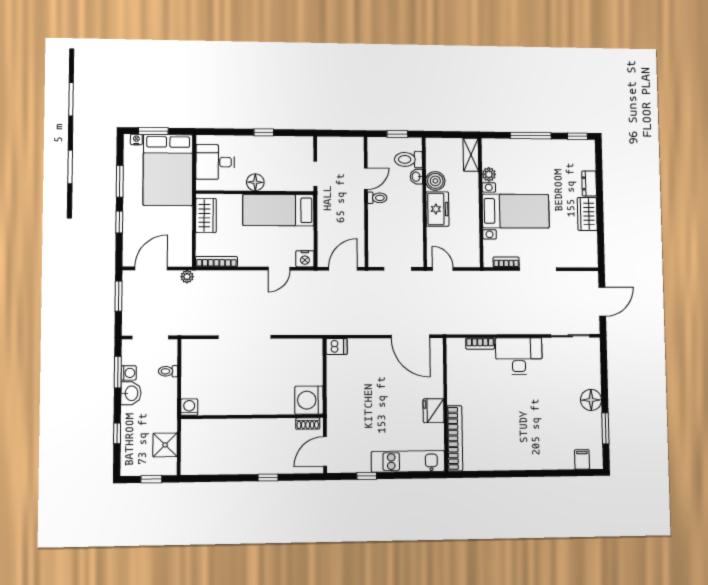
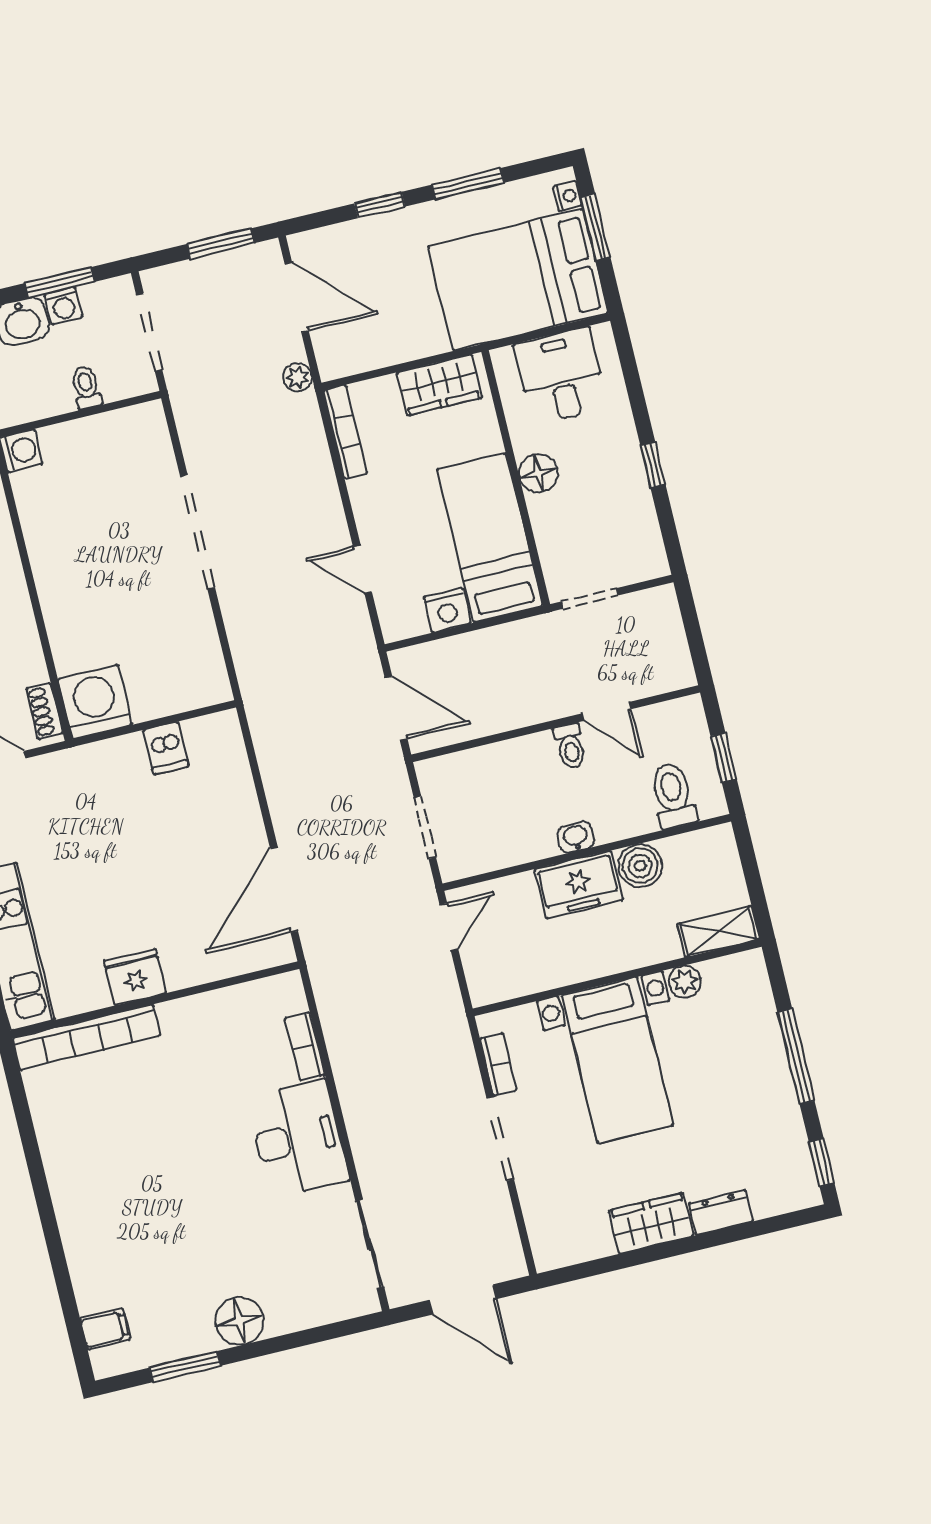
washbasin: (416, 177) -> (576, 837), moved
nightstand: (305, 259) -> (447, 610), moved, turned -90
dishwasher: (337, 346) -> (166, 748), moved

